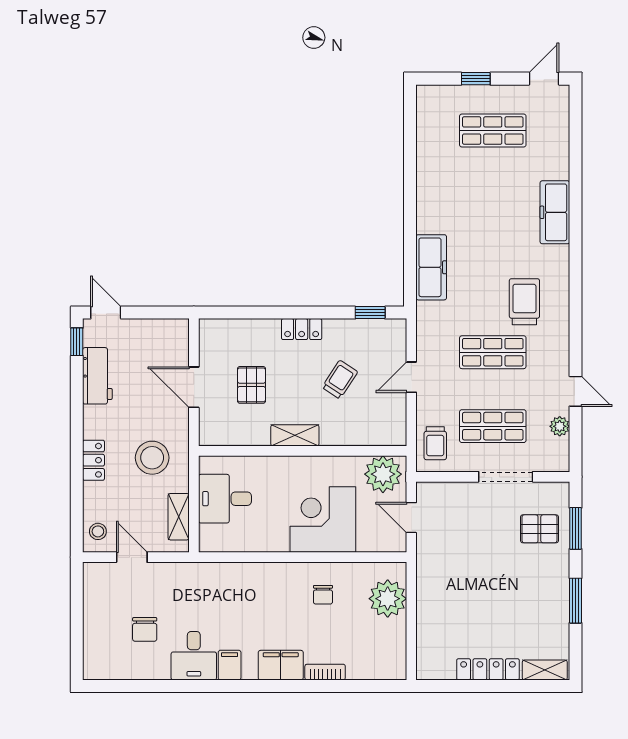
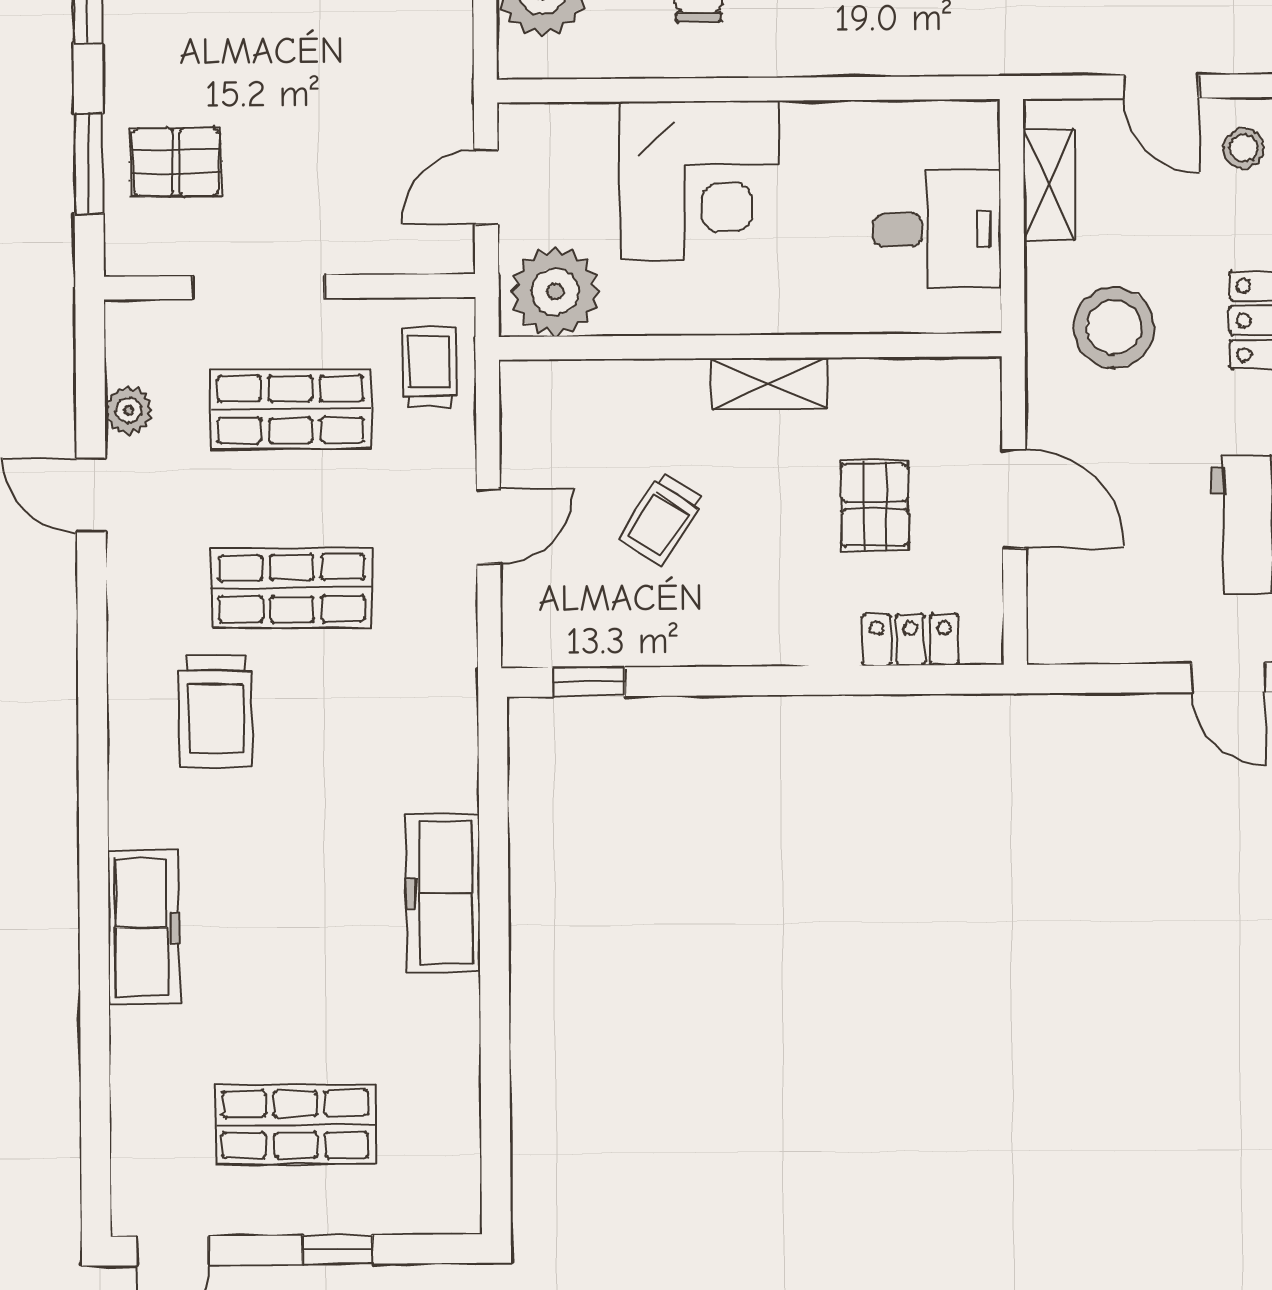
freezer: (431, 267) -> (443, 893), moved
locker: (302, 329) -> (910, 640), moved
door: (411, 518) -> (486, 187), swing flipped

